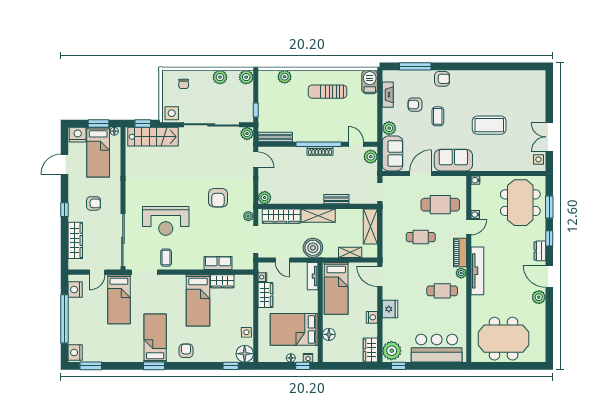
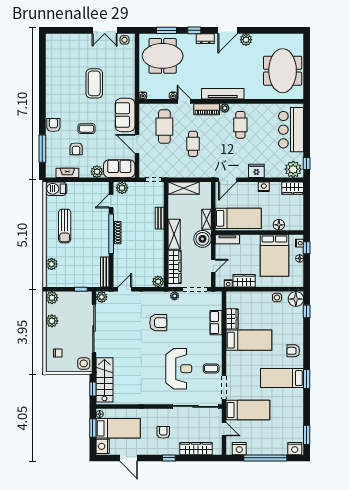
shelving: (350, 252) -> (206, 219), moved

